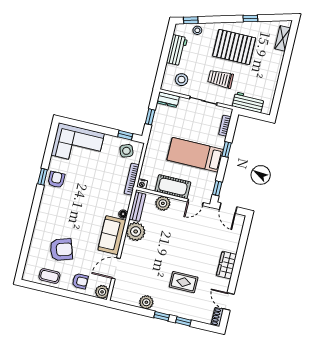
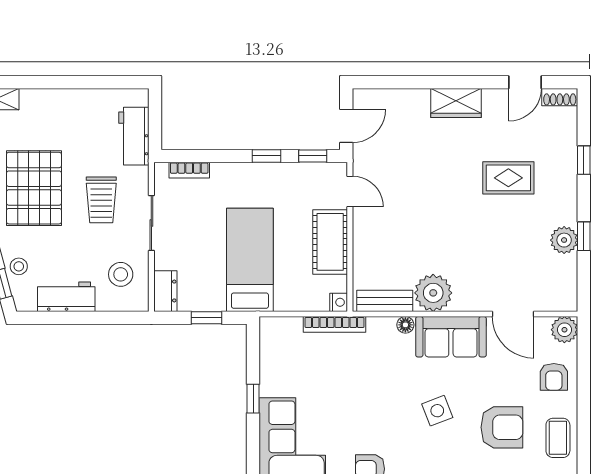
window: (125, 135) -> (253, 399), moved
window: (227, 149) -> (266, 156), moved
side table: (126, 151) -> (437, 411), moved
bed: (195, 155) -> (250, 260), moved, turned 180
plant: (163, 203) -> (367, 254), removed
armchair: (61, 250) -> (502, 427), turned 108
armchair: (80, 281) -> (554, 377), turned 180
rug: (184, 282) -> (508, 178), turned 90
window: (162, 316) -> (584, 236), moved

